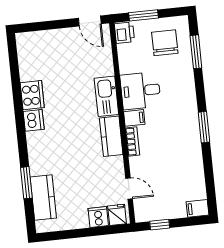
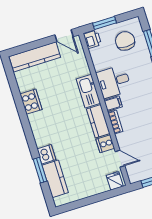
kitchen counter: (48, 40) -> (35, 57), added
dishwasher: (34, 120) -> (46, 154), moved
cooker: (98, 217) -> (105, 144), moved, turned -90

